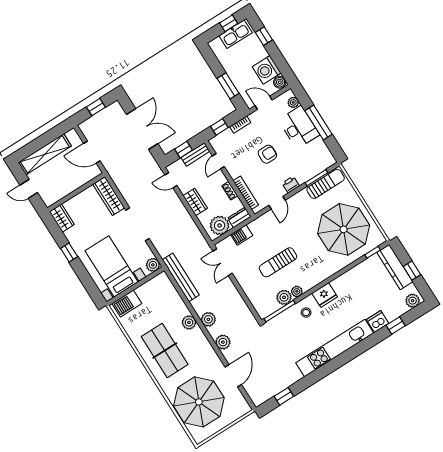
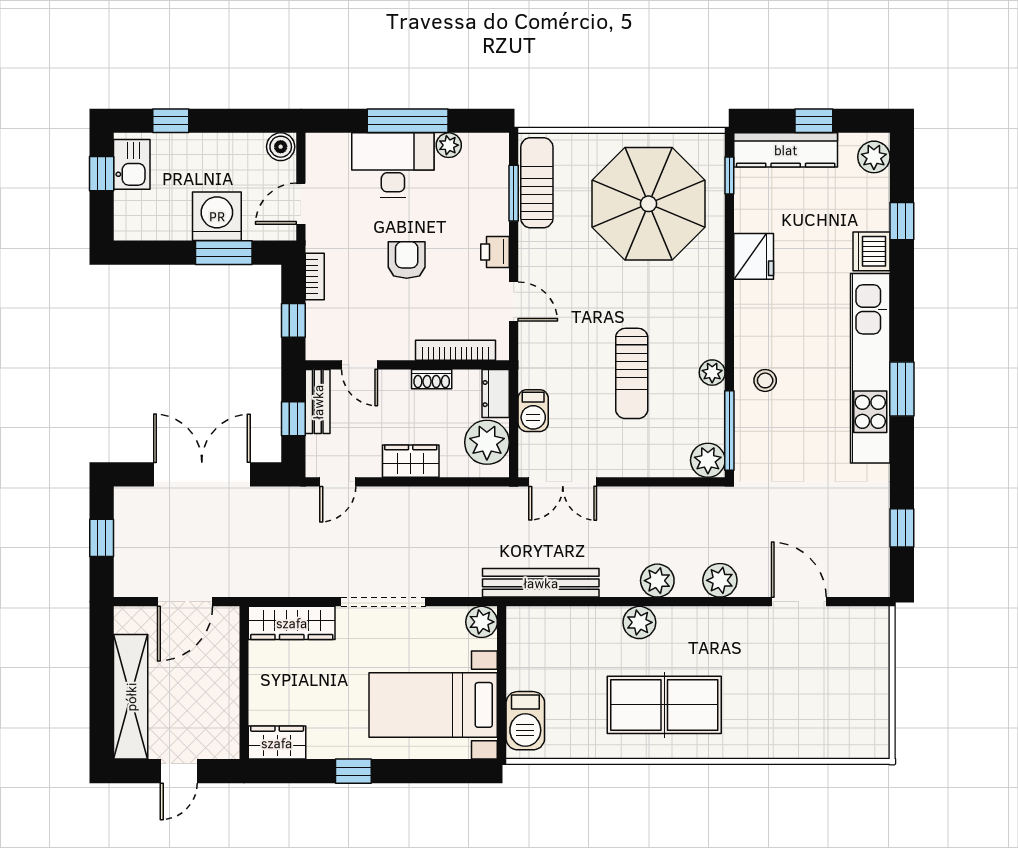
kitchen sink: (236, 34) -> (132, 164), width x0.73
washing machine: (267, 70) -> (217, 216), moved, turned 180
plant: (293, 102) -> (449, 145), moved
fridge: (325, 295) -> (754, 256), moved
plant: (284, 297) -> (708, 460), moved
window: (334, 364) -> (902, 389), added
parasol: (199, 402) -> (808, 702), removed

